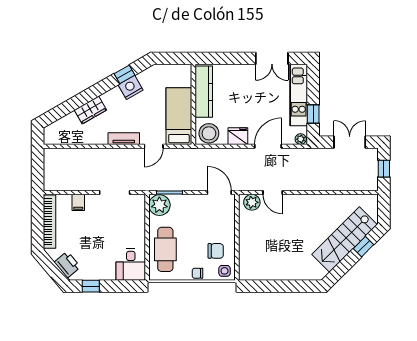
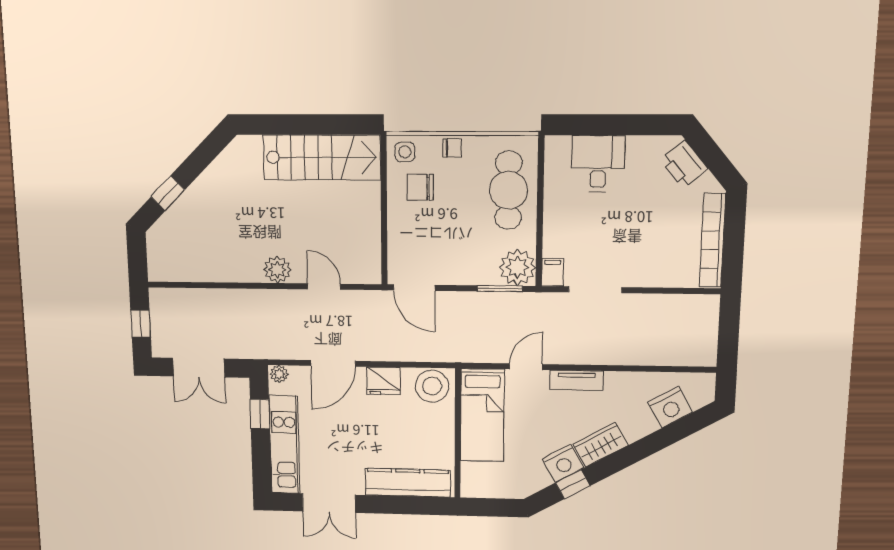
double door: (272, 58) -> (329, 503), swing flipped
kitchen counter: (204, 92) -> (408, 483), moved, turned 90
wardrobe: (90, 110) -> (600, 445), moved
nightstand: (69, 123) -> (670, 407), added
filing cabinet: (78, 202) -> (553, 272), moved
plant: (252, 202) -> (277, 270), moved
stairs: (344, 239) -> (322, 157), moved, turned 45
desk: (131, 265) -> (598, 164), moved
window: (91, 286) -> (643, 125), removed

